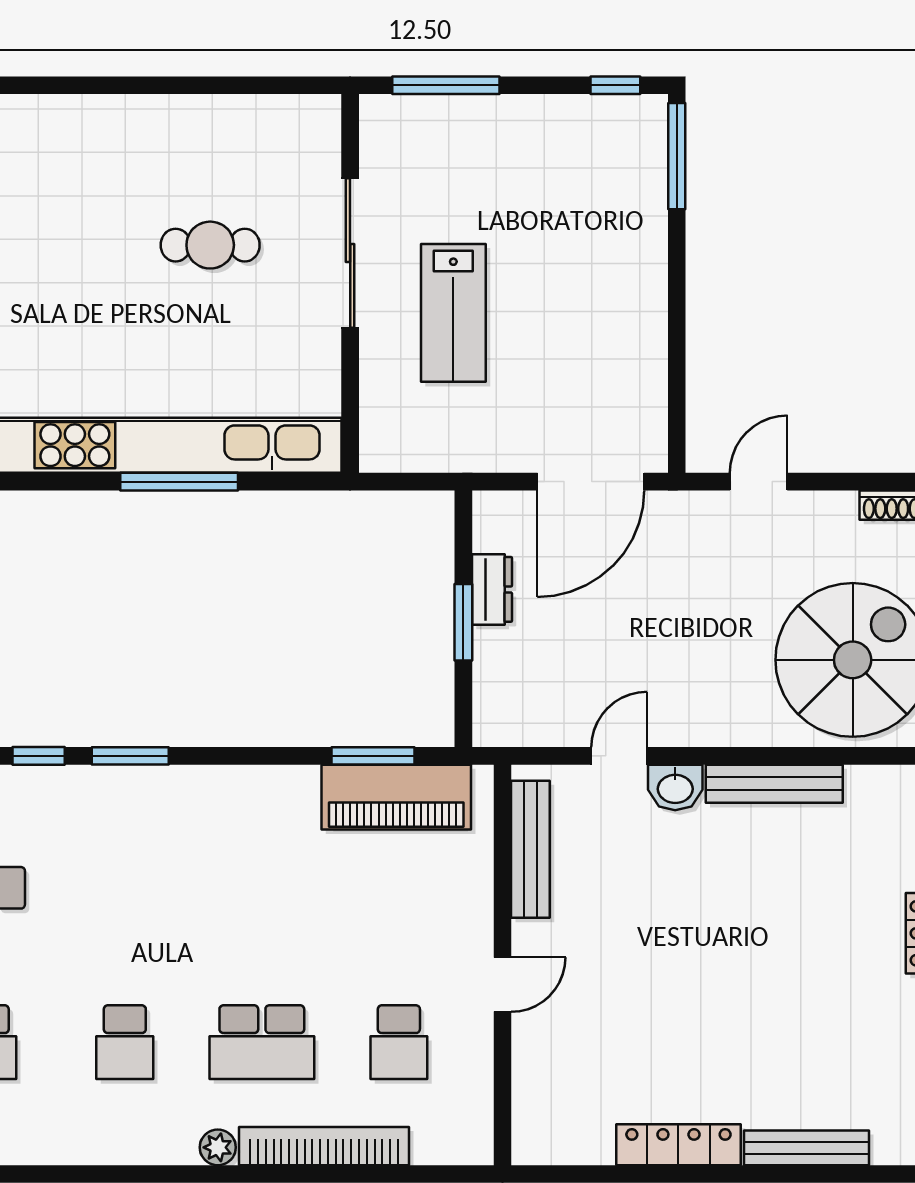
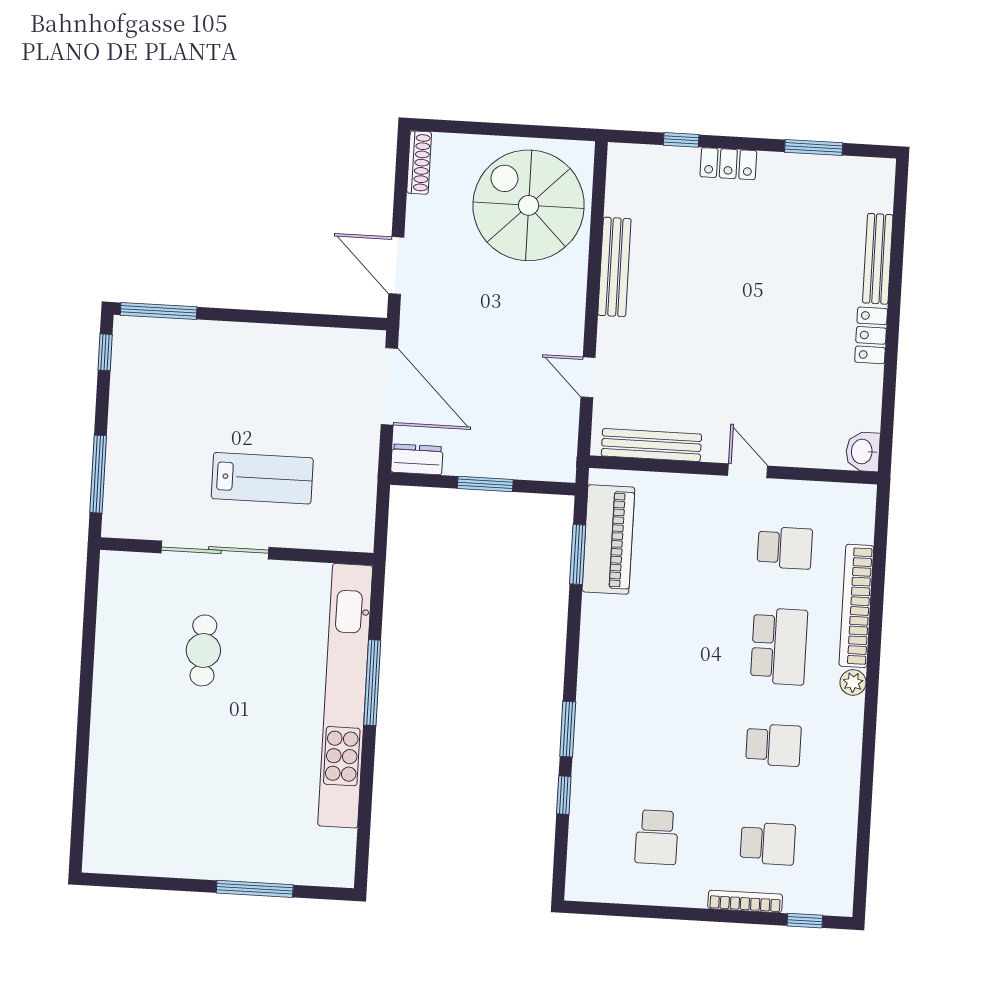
door: (759, 482) -> (396, 266), width x1.38
dresser: (492, 589) -> (417, 459), moved
washbasin: (675, 788) -> (863, 452), moved, turned 180
locker: (678, 1145) -> (871, 335), width x0.66

